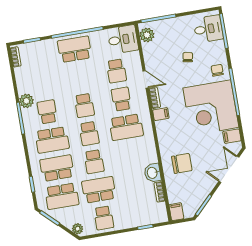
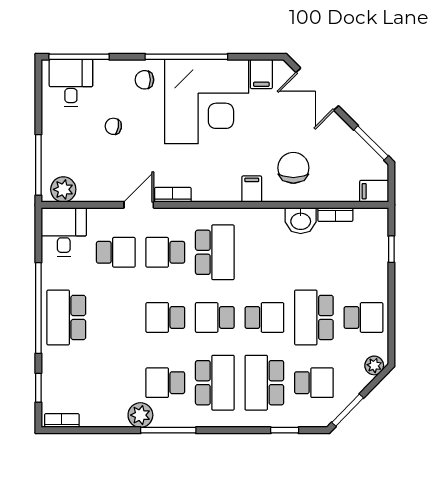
school desk: (84, 105) -> (165, 317), turned 180
filing cabinet: (161, 114) -> (252, 189), moved
school desk: (89, 134) -> (215, 317), turned 180
school desk: (62, 196) -> (314, 383), width x0.54

